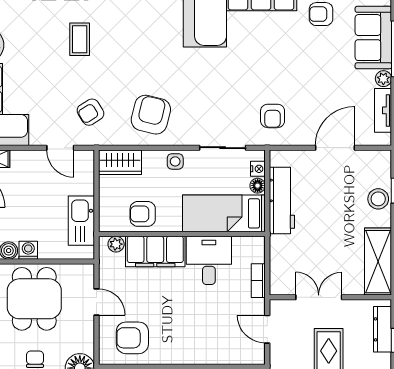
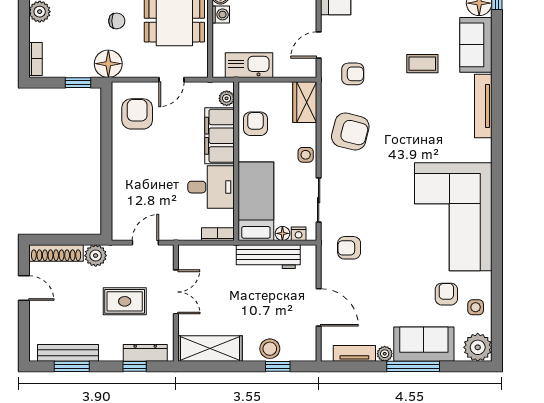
armchair: (90, 112) -> (353, 74), turned 122
bookcase: (258, 281) -> (218, 234), moved

